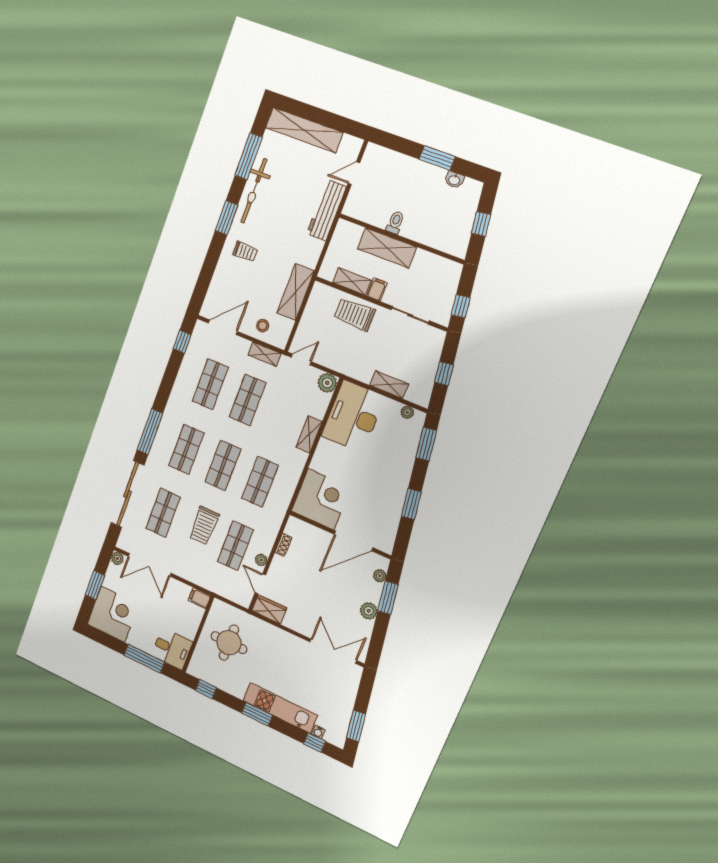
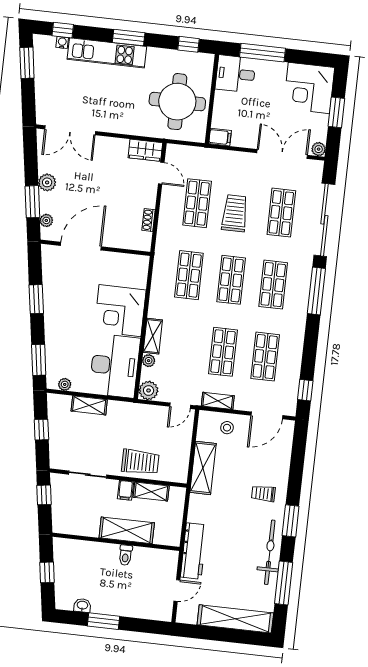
corner desk: (321, 499) -> (120, 311), moved
plant: (261, 560) -> (149, 361), moved
round table: (229, 643) -> (177, 102), width x1.36, depth x1.36

